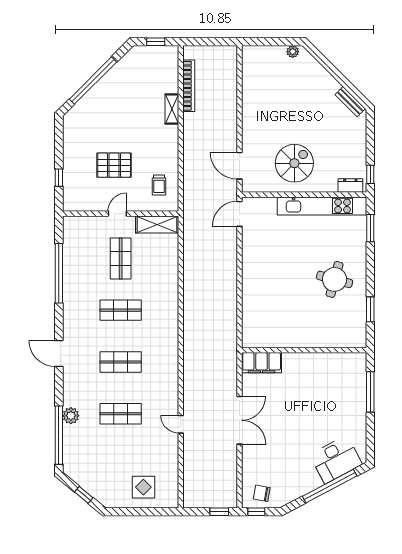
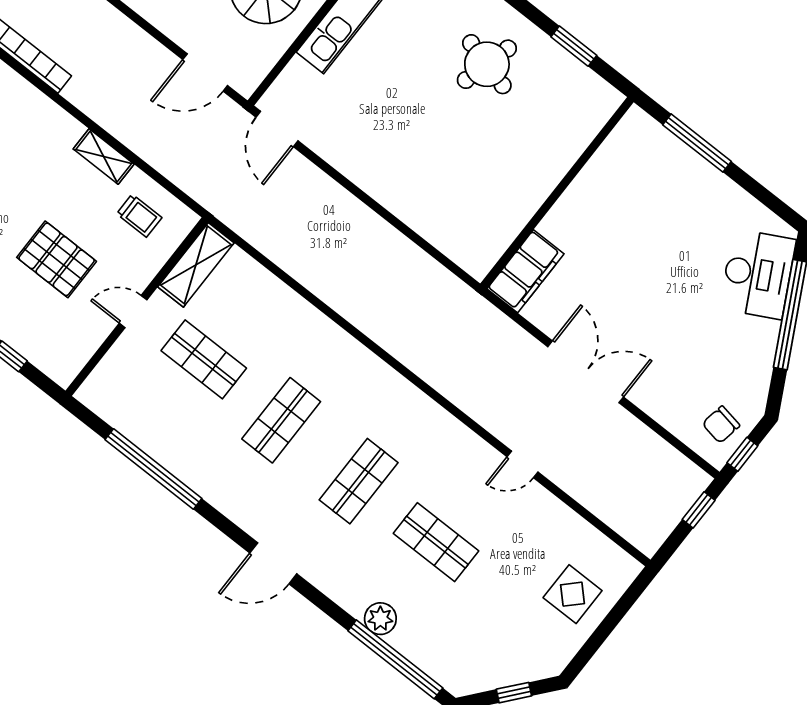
shelving: (172, 109) -> (104, 156), moved
pallet: (114, 165) -> (57, 259), turned 90
door: (117, 214) -> (133, 312), hinge flipped
shop shelf: (121, 414) -> (436, 542), turned 90

